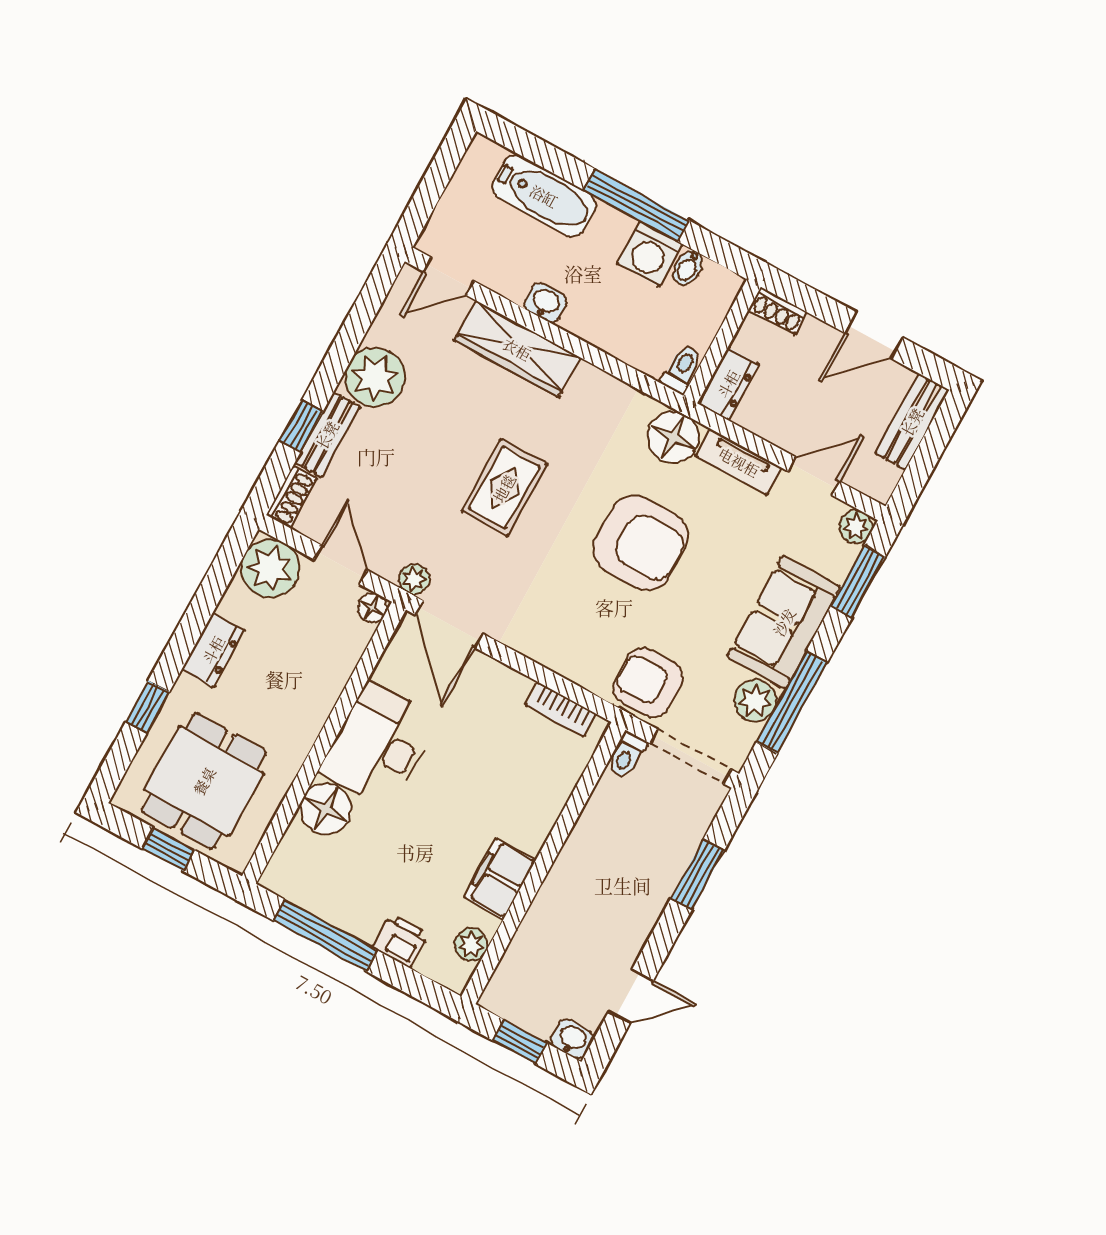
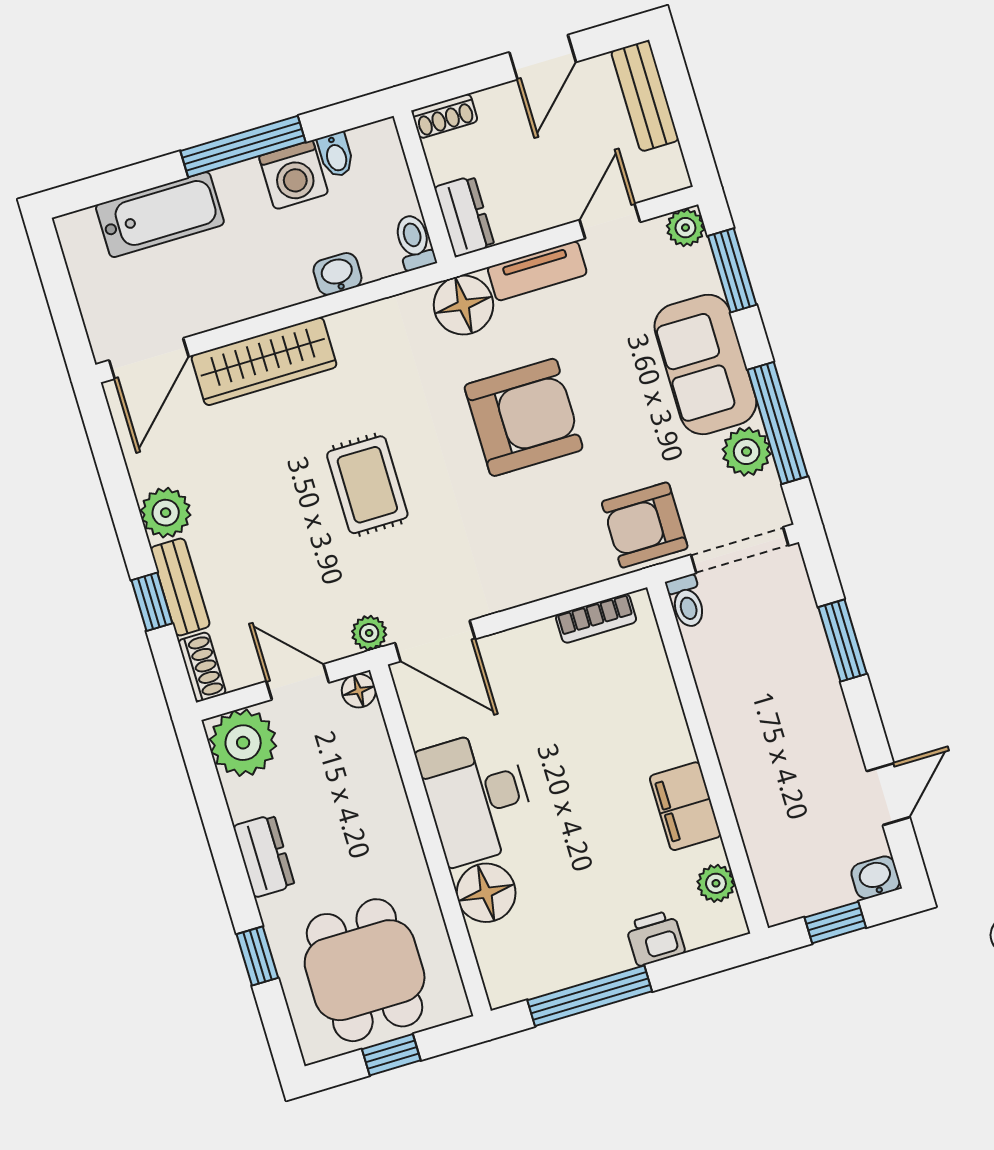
door: (449, 276) -> (149, 358), width x1.38
washbasin: (545, 303) -> (337, 274), moved
plant: (375, 377) -> (166, 513), width x0.73, depth x0.73

